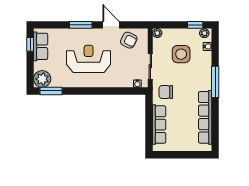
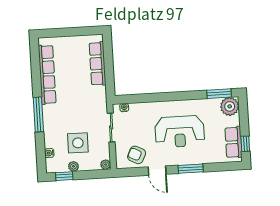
plant: (204, 33) -> (73, 166), moved
chair: (166, 92) -> (92, 100), removed

